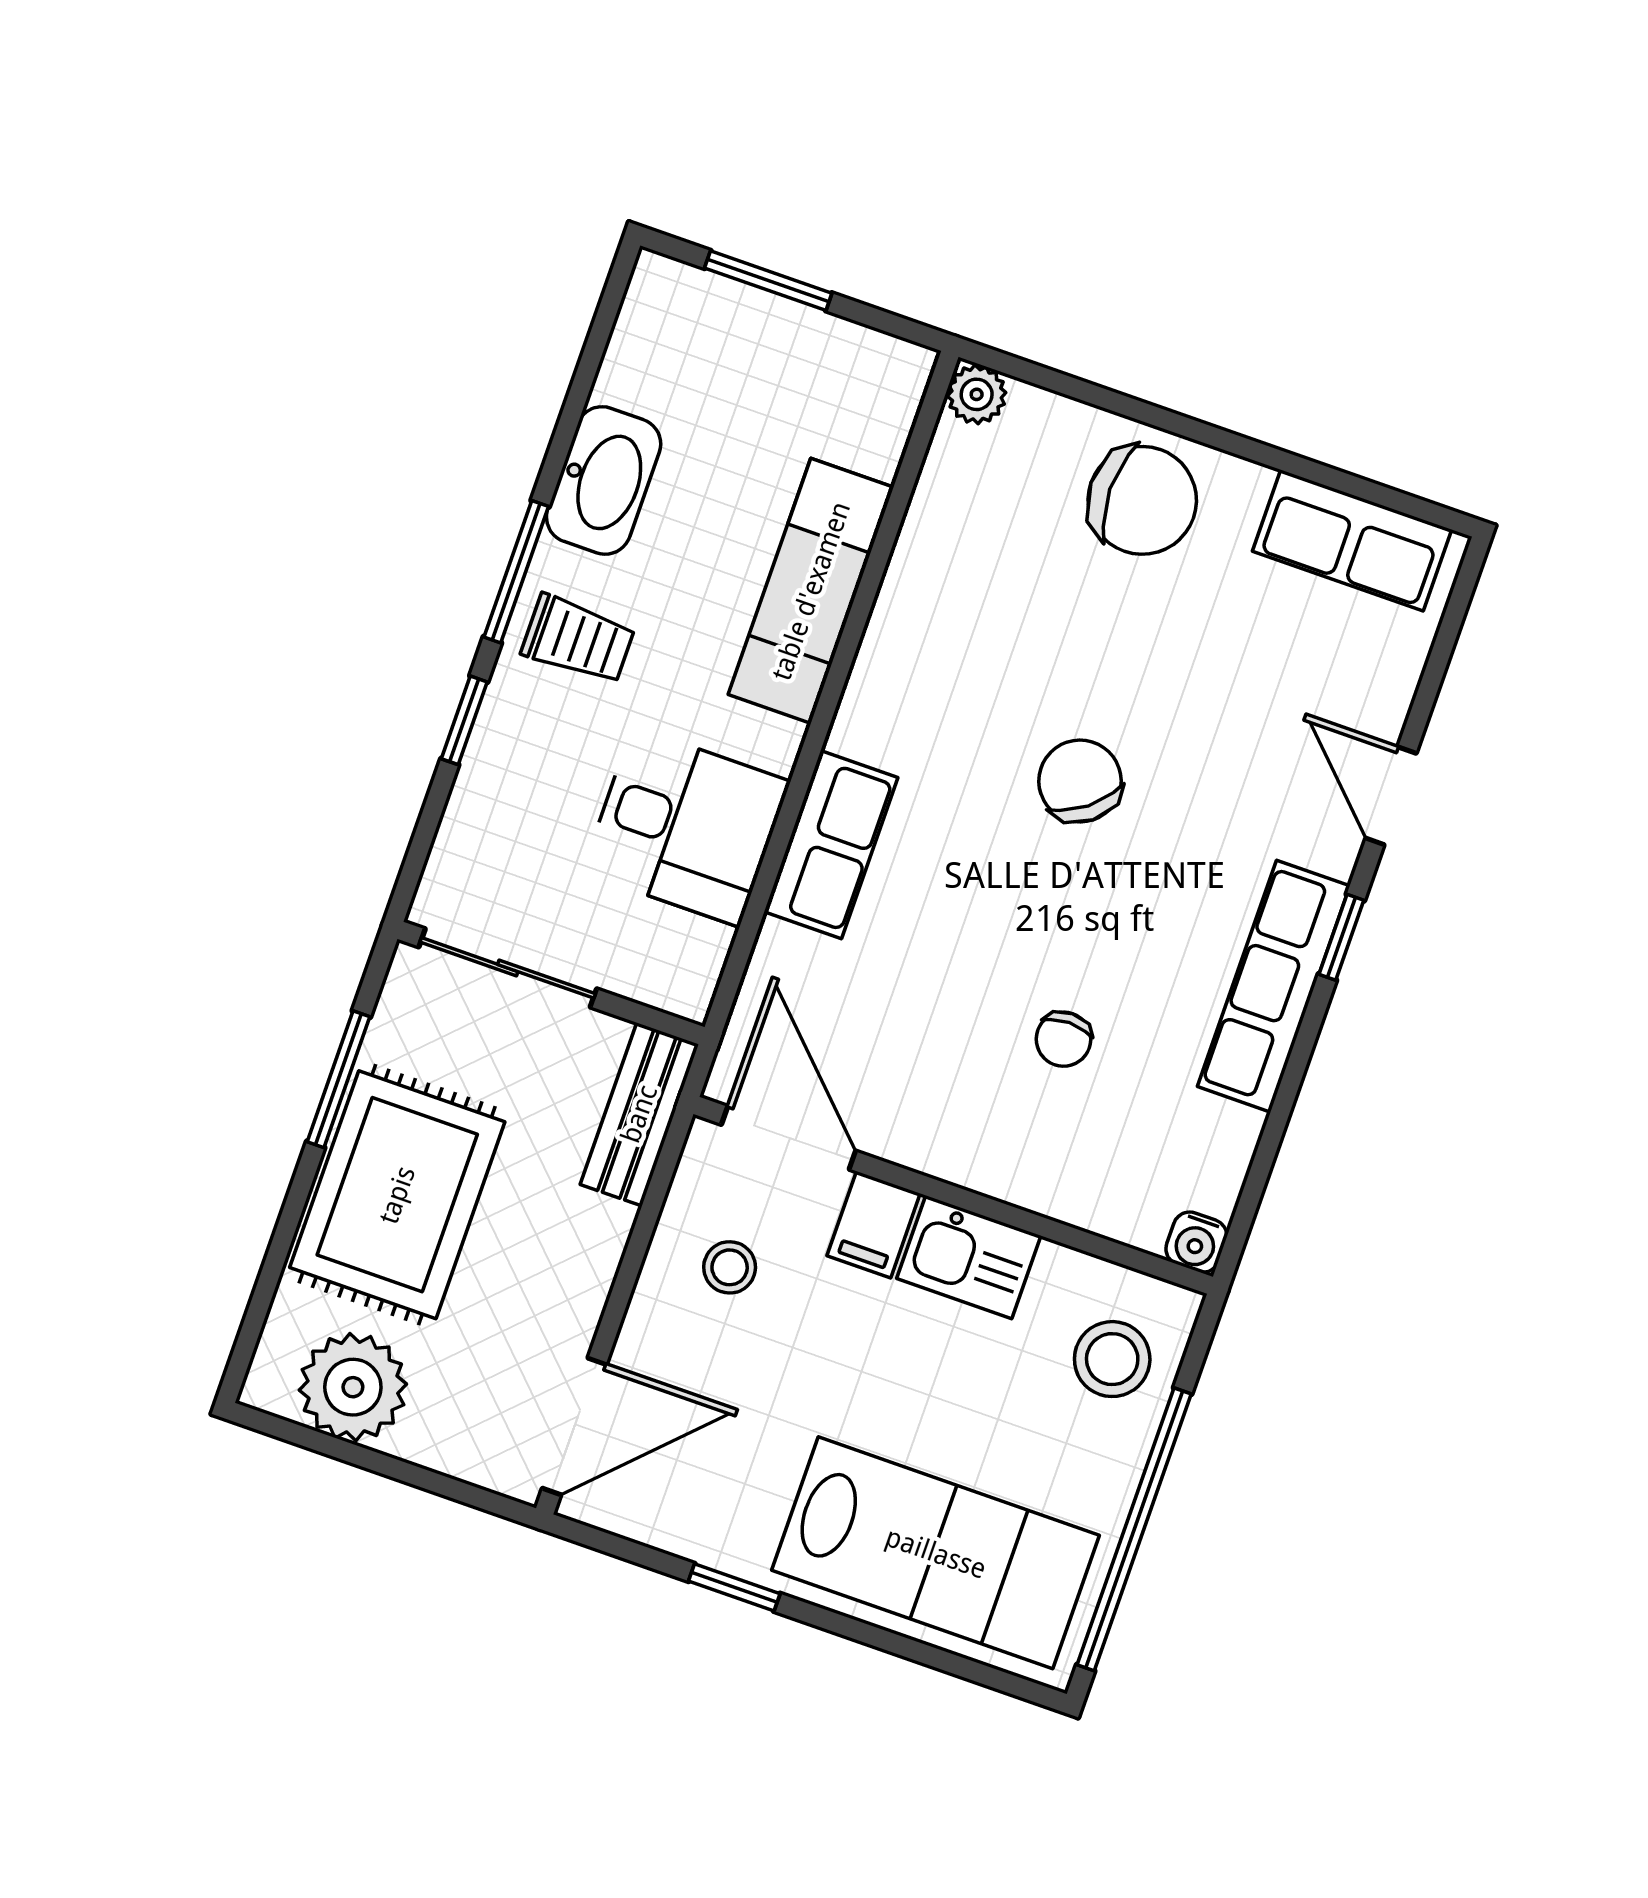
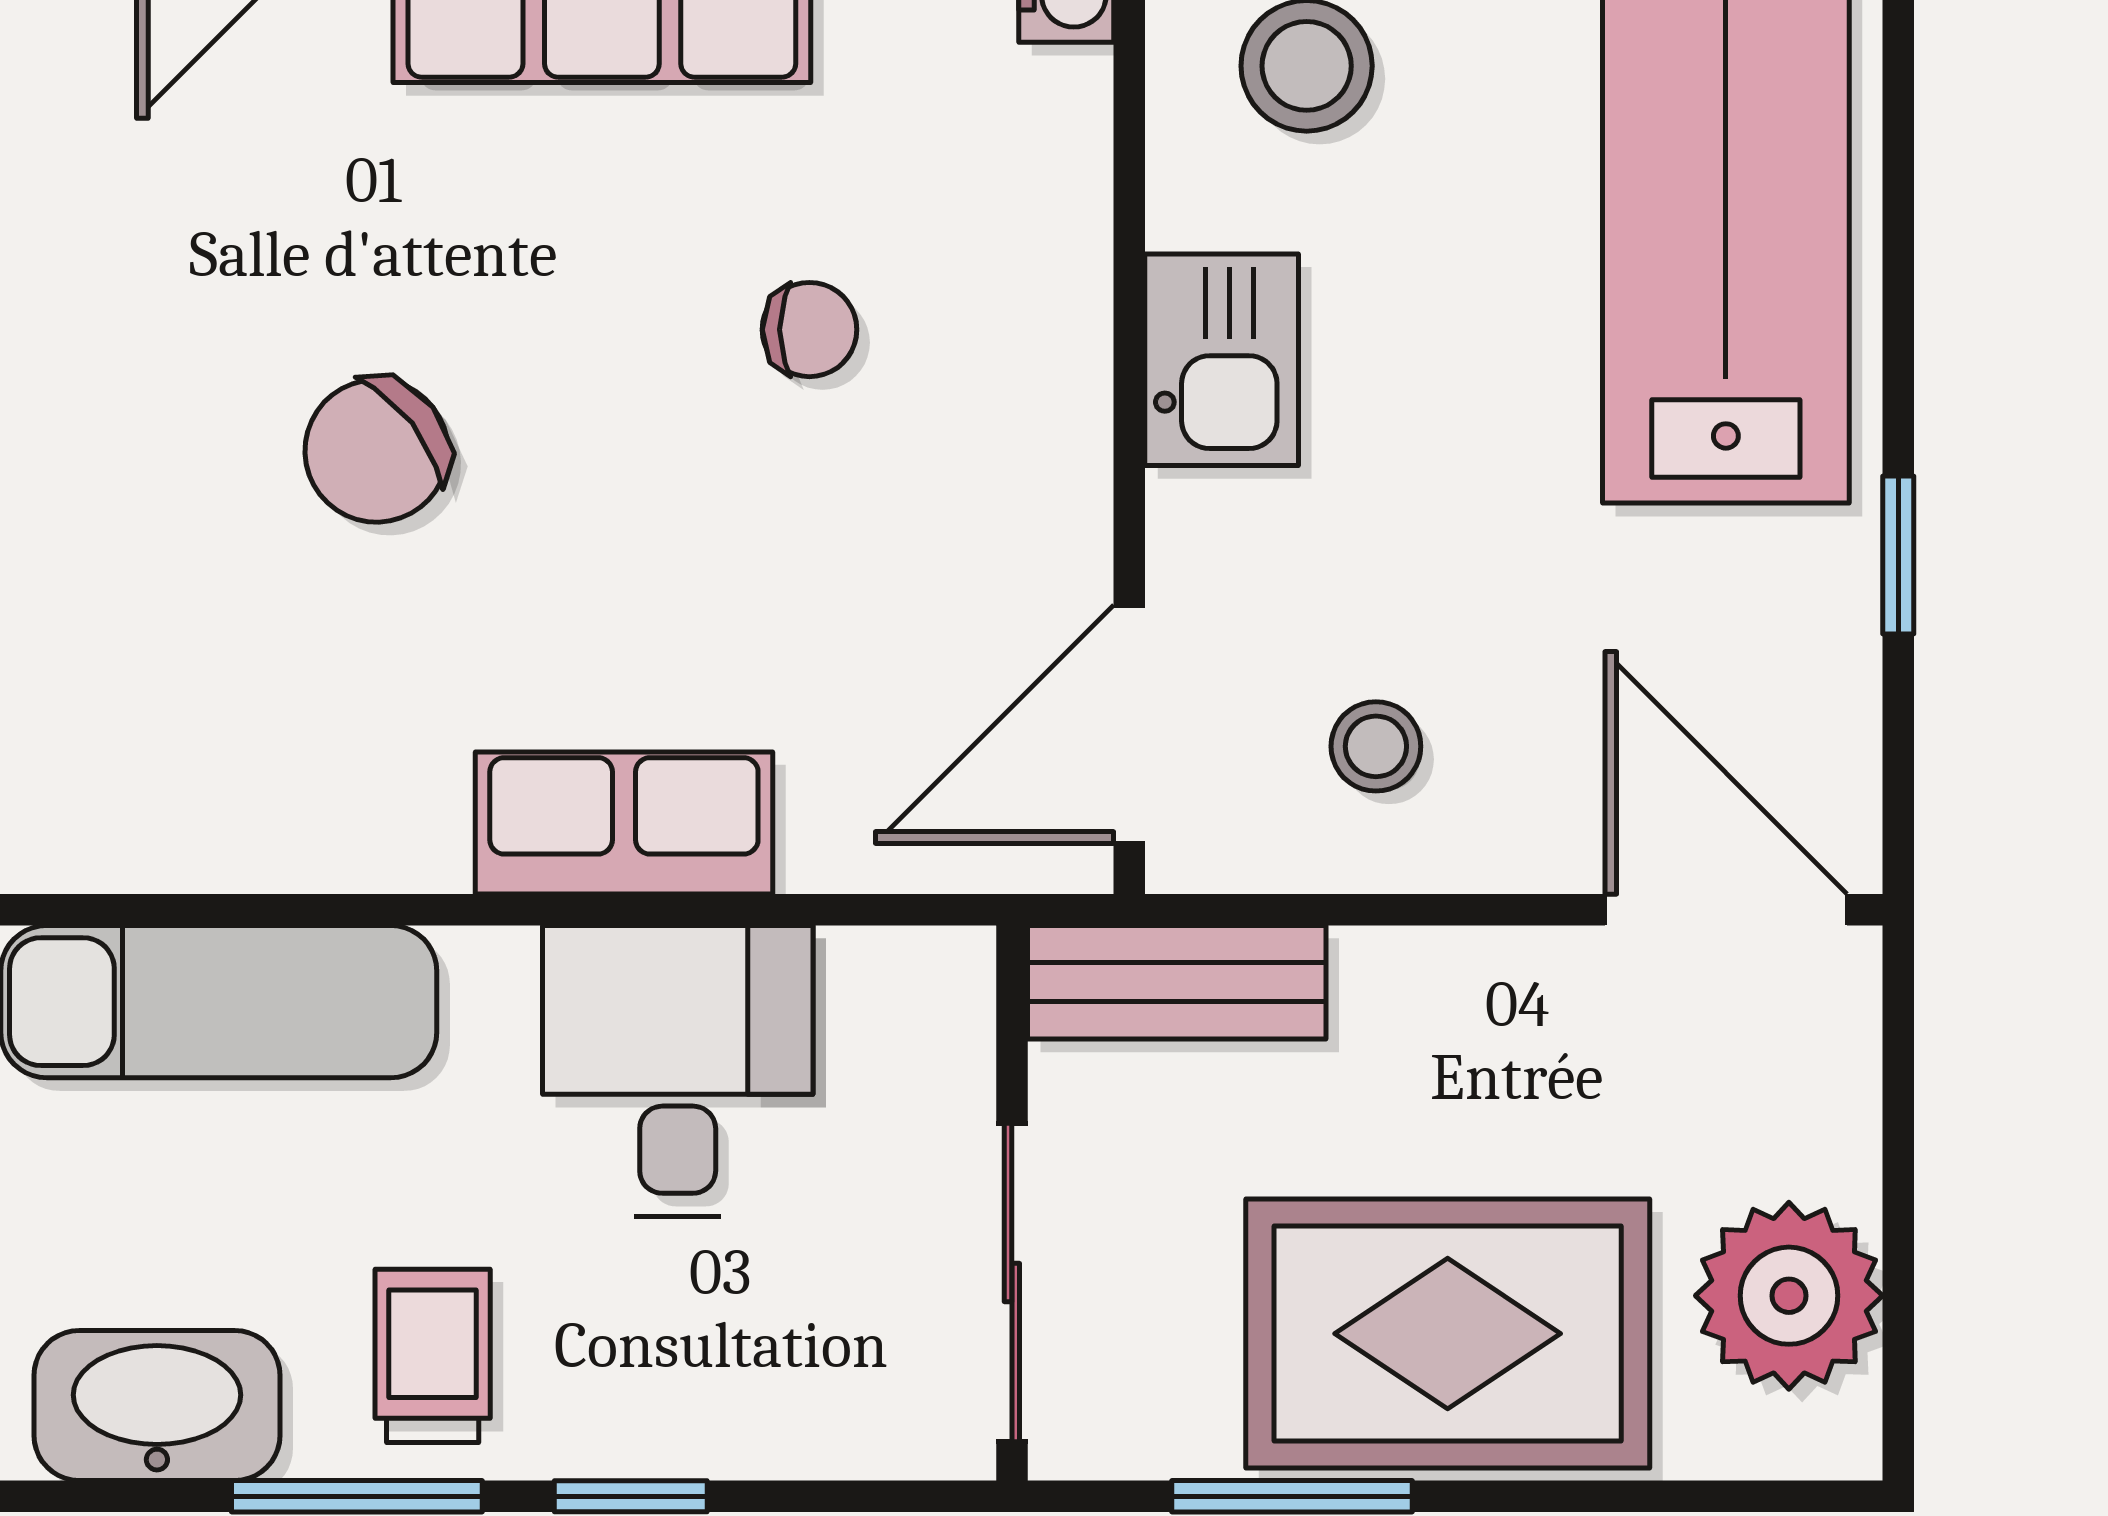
filing cabinet: (874, 1225) -> (1223, 535), removed

